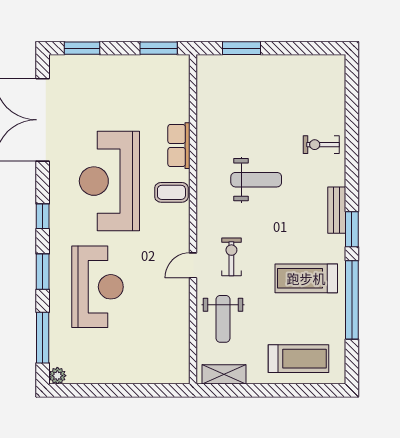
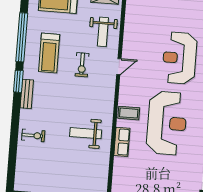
weight bench: (256, 180) -> (86, 133), moved
exercise bike: (231, 257) -> (82, 65), moved
treadmill: (306, 278) -> (49, 53), turned 90
weight bench: (223, 319) -> (103, 32), turned 180

